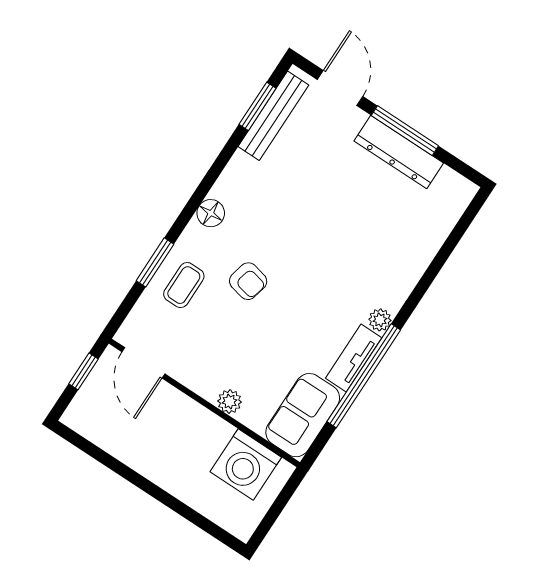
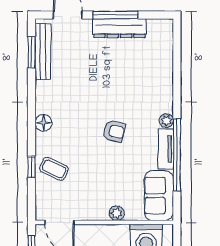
window: (155, 262) -> (32, 167), width x0.67
armchair: (248, 281) -> (114, 131), moved
coffee table: (184, 285) -> (54, 169), turned -65

